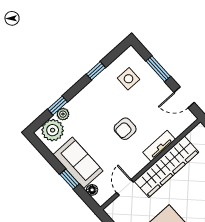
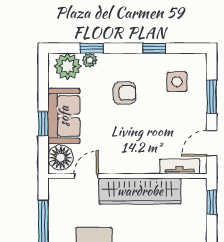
door: (184, 97) -> (212, 143), hinge flipped
armchair: (125, 129) -> (124, 93), moved, turned 180
tv unit: (159, 146) -> (180, 166), moved
floor lamp: (92, 190) -> (61, 158), width x1.89, depth x1.89

